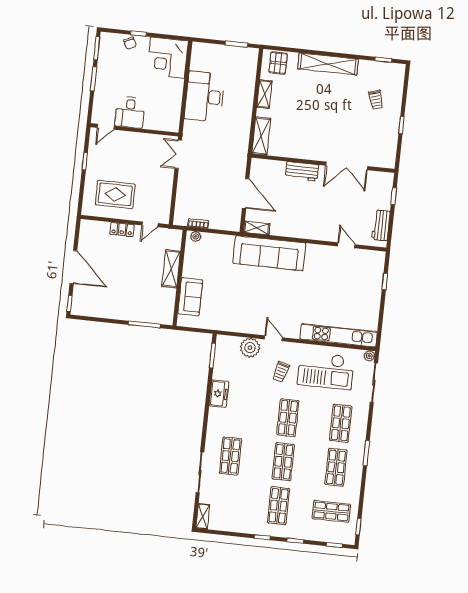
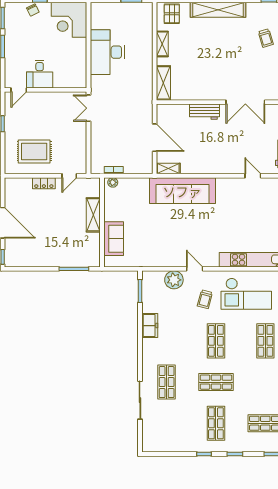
shop shelf: (283, 462) -> (216, 382), turned 90
shop shelf: (336, 467) -> (265, 382), removed
shelving: (203, 516) -> (147, 441), removed

